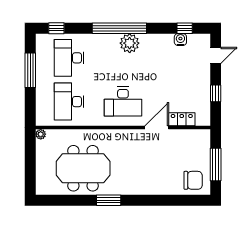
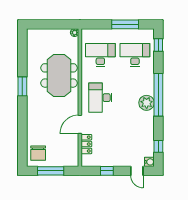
water cooler: (180, 40) -> (149, 162), moved
door: (157, 128) -> (80, 124), swing flipped
meeting table: (83, 168) -> (59, 75), moved

